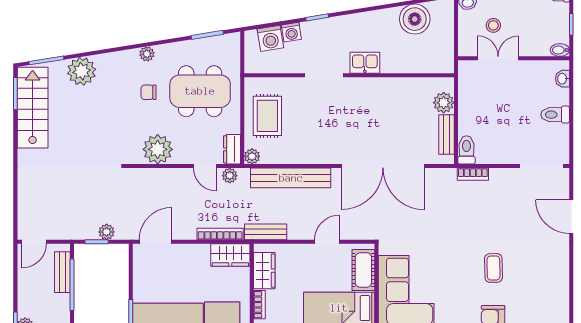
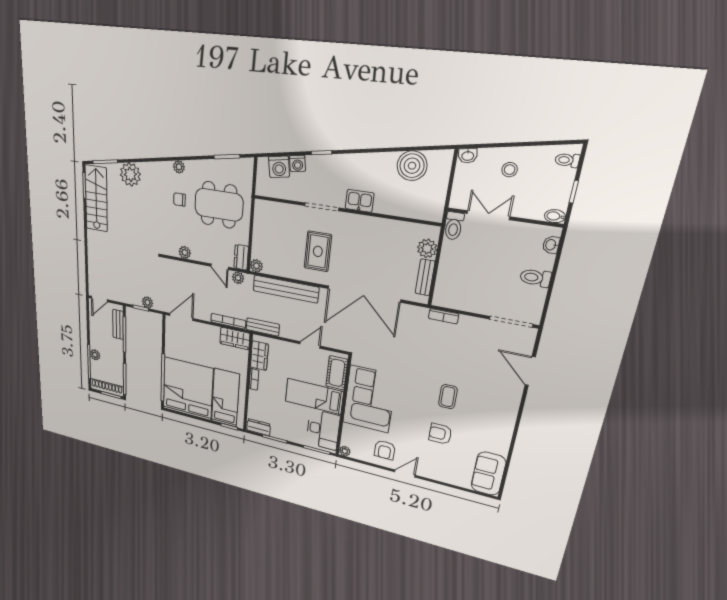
stool: (493, 25) -> (510, 170), moved
rug: (267, 116) -> (318, 251), moved
plant: (158, 149) -> (185, 252), width x0.53, depth x0.53
toilet: (466, 150) -> (454, 226), moved, turned 180

